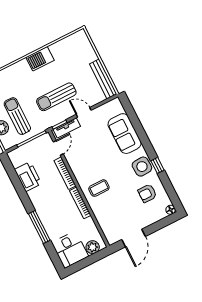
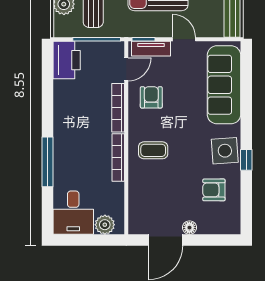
sofa: (125, 134) -> (224, 85), width x1.36
armchair: (82, 157) -> (151, 97), added
printer: (28, 177) -> (67, 60), moved
floor lamp: (171, 210) -> (189, 228), moved

